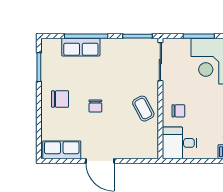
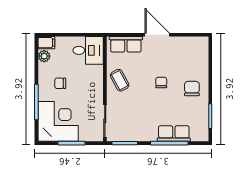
chair: (60, 99) -> (192, 88), turned 90
chair: (178, 111) -> (60, 83), moved
row of seats: (62, 150) -> (126, 44), moved

